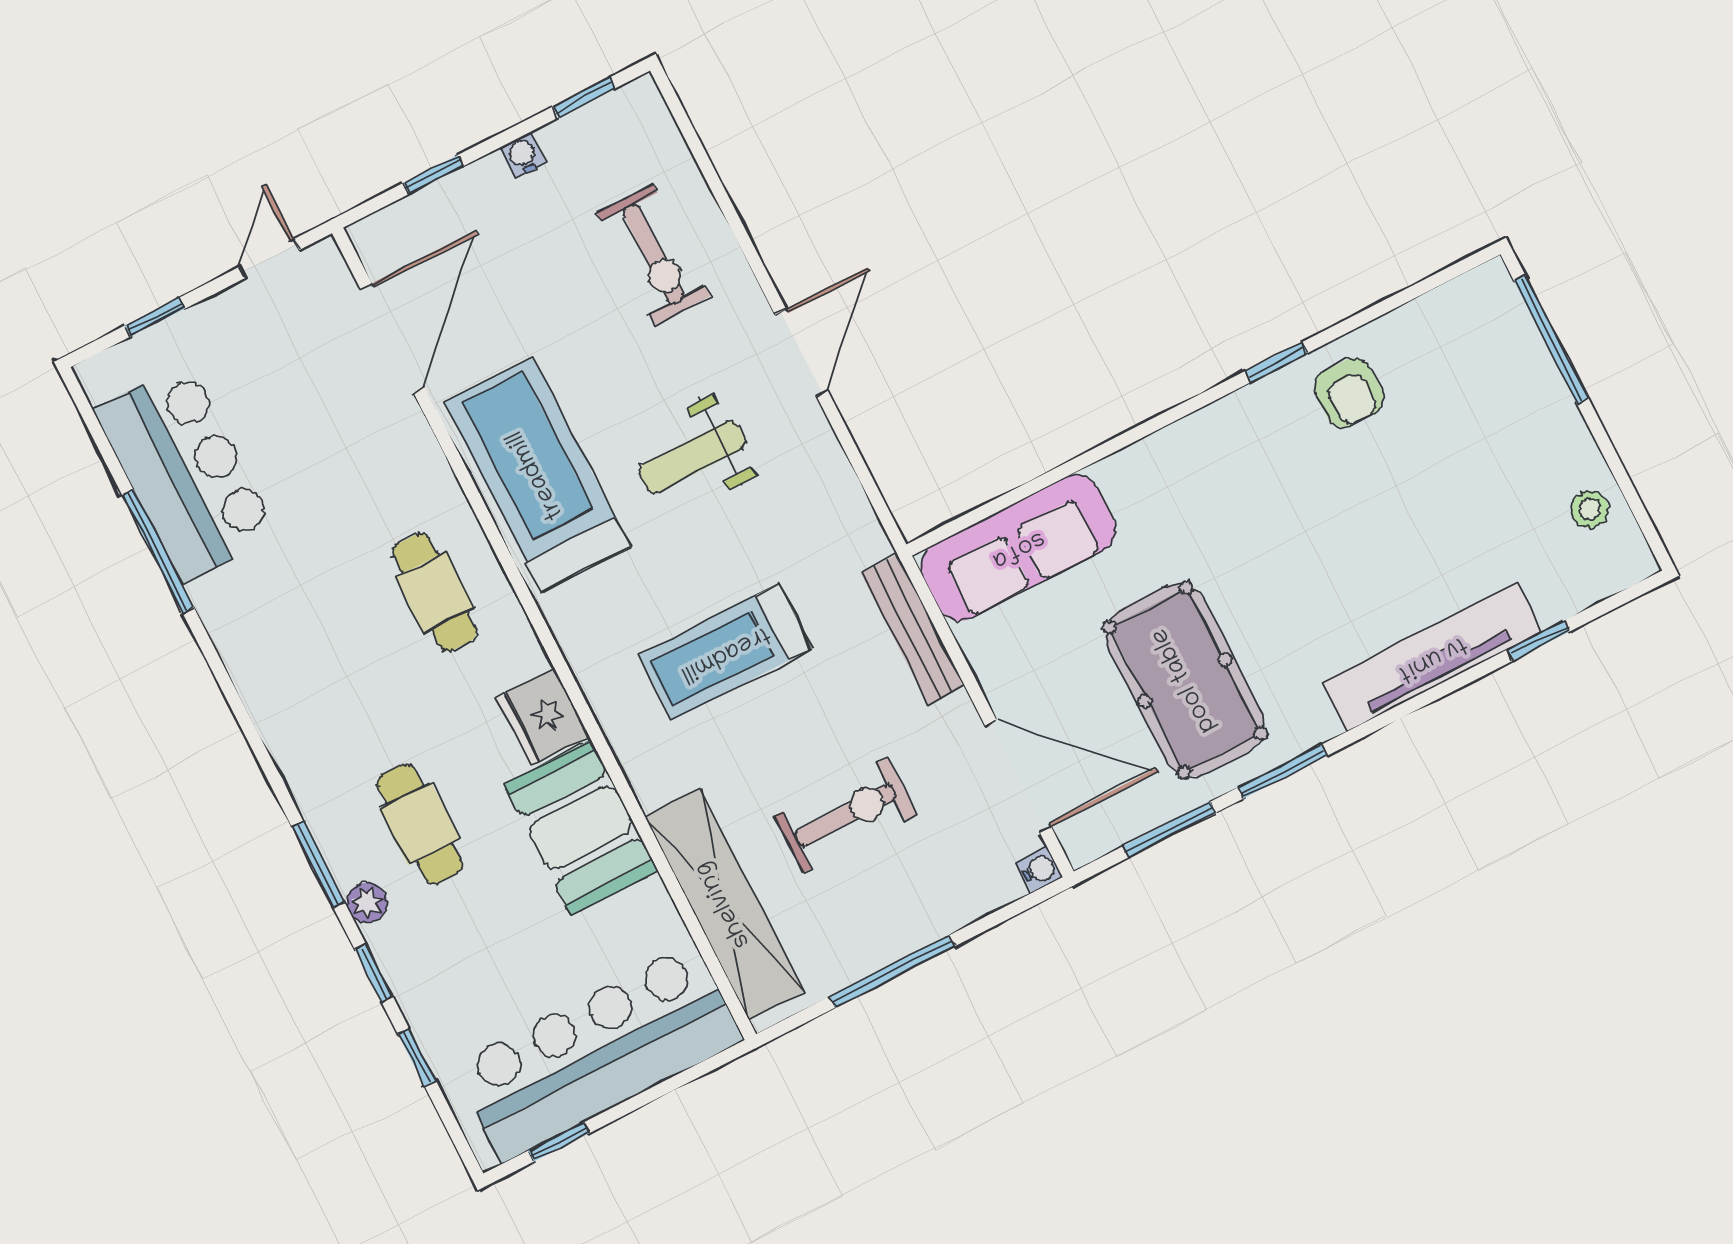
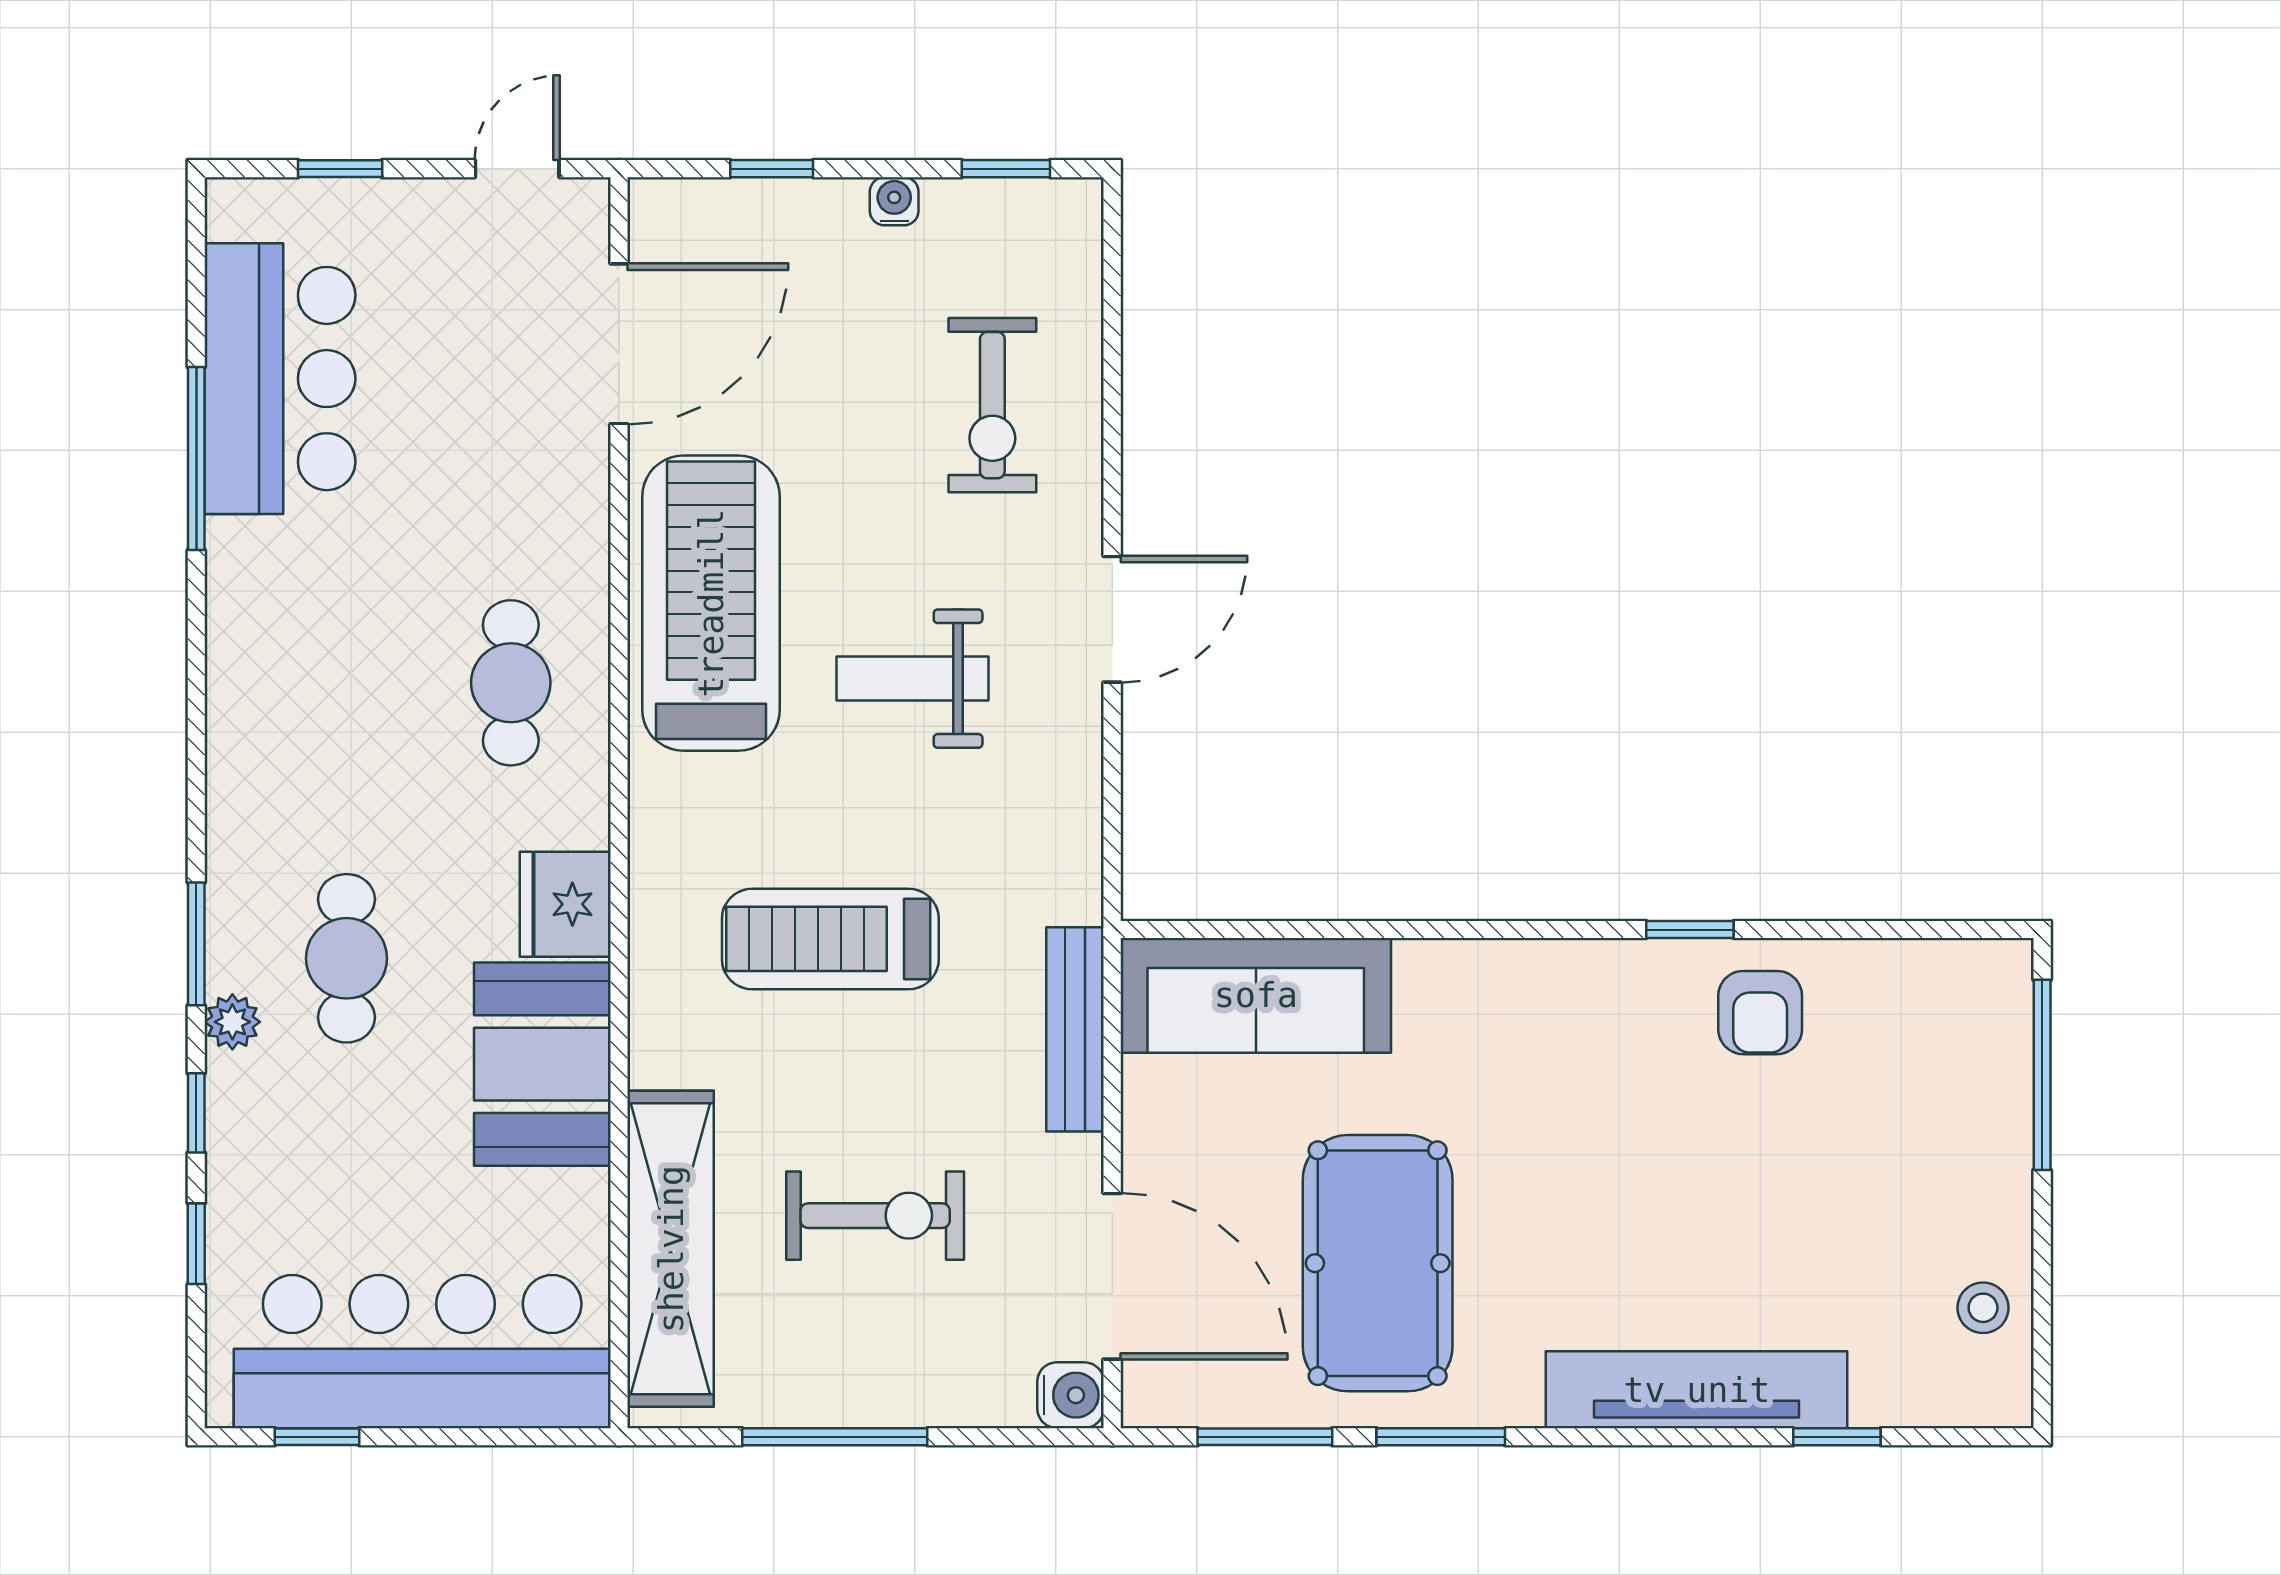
water cooler: (1039, 870) -> (1071, 1395), width x1.38, depth x1.38

